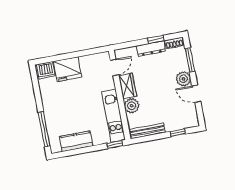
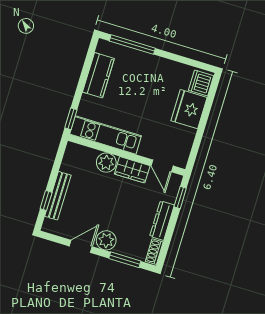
window: (156, 39) -> (180, 198), moved
bench: (147, 131) -> (58, 196), moved

